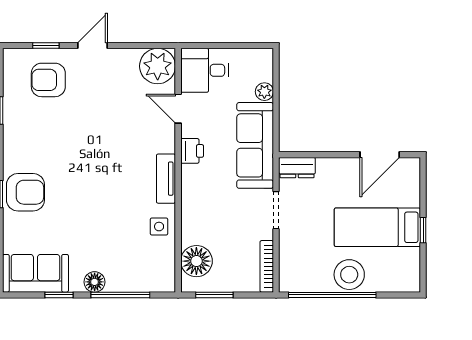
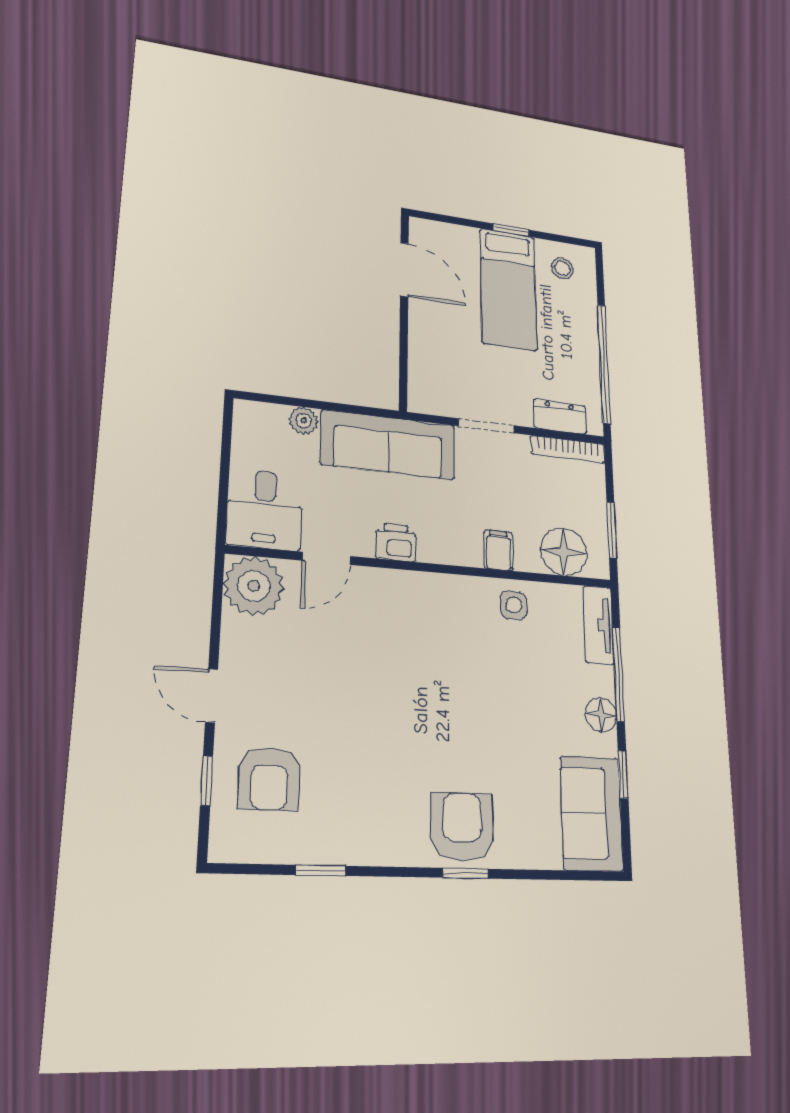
dresser: (297, 168) -> (560, 417), moved, turned -90
tv unit: (166, 179) -> (598, 625), moved, turned 90
filing cabinet: (193, 217) -> (499, 550), added
stool: (349, 275) -> (562, 268), moved, width x0.53, depth x0.53

